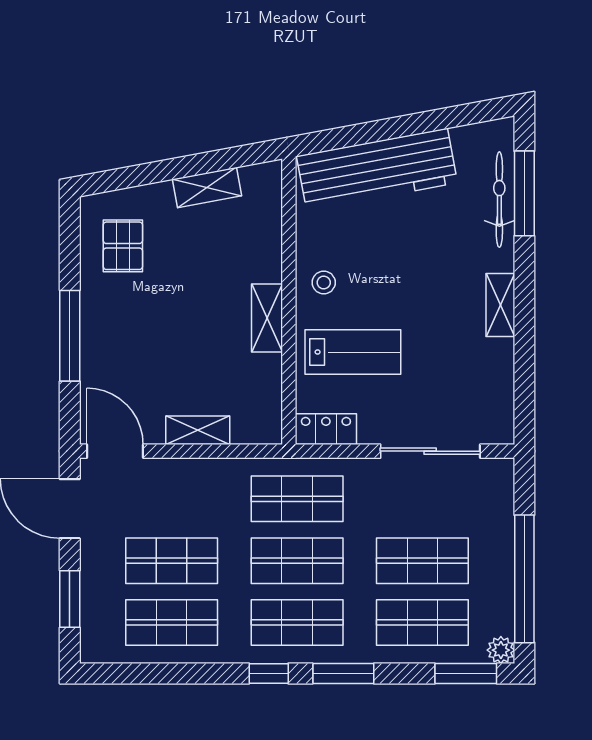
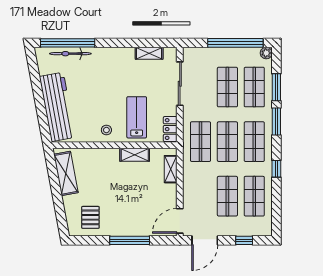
shelving: (207, 188) -> (66, 173), width x1.50, depth x1.33
window: (524, 193) -> (68, 43), width x1.46
pallet: (123, 246) -> (90, 217), turned 90
shelving: (500, 305) -> (149, 53), moved
shelving: (267, 318) -> (135, 155), moved
shelving: (198, 430) -> (171, 169), moved
window: (70, 599) -> (244, 240), width x0.67
window: (269, 673) -> (276, 169), moved
window: (466, 673) -> (276, 87), moved

